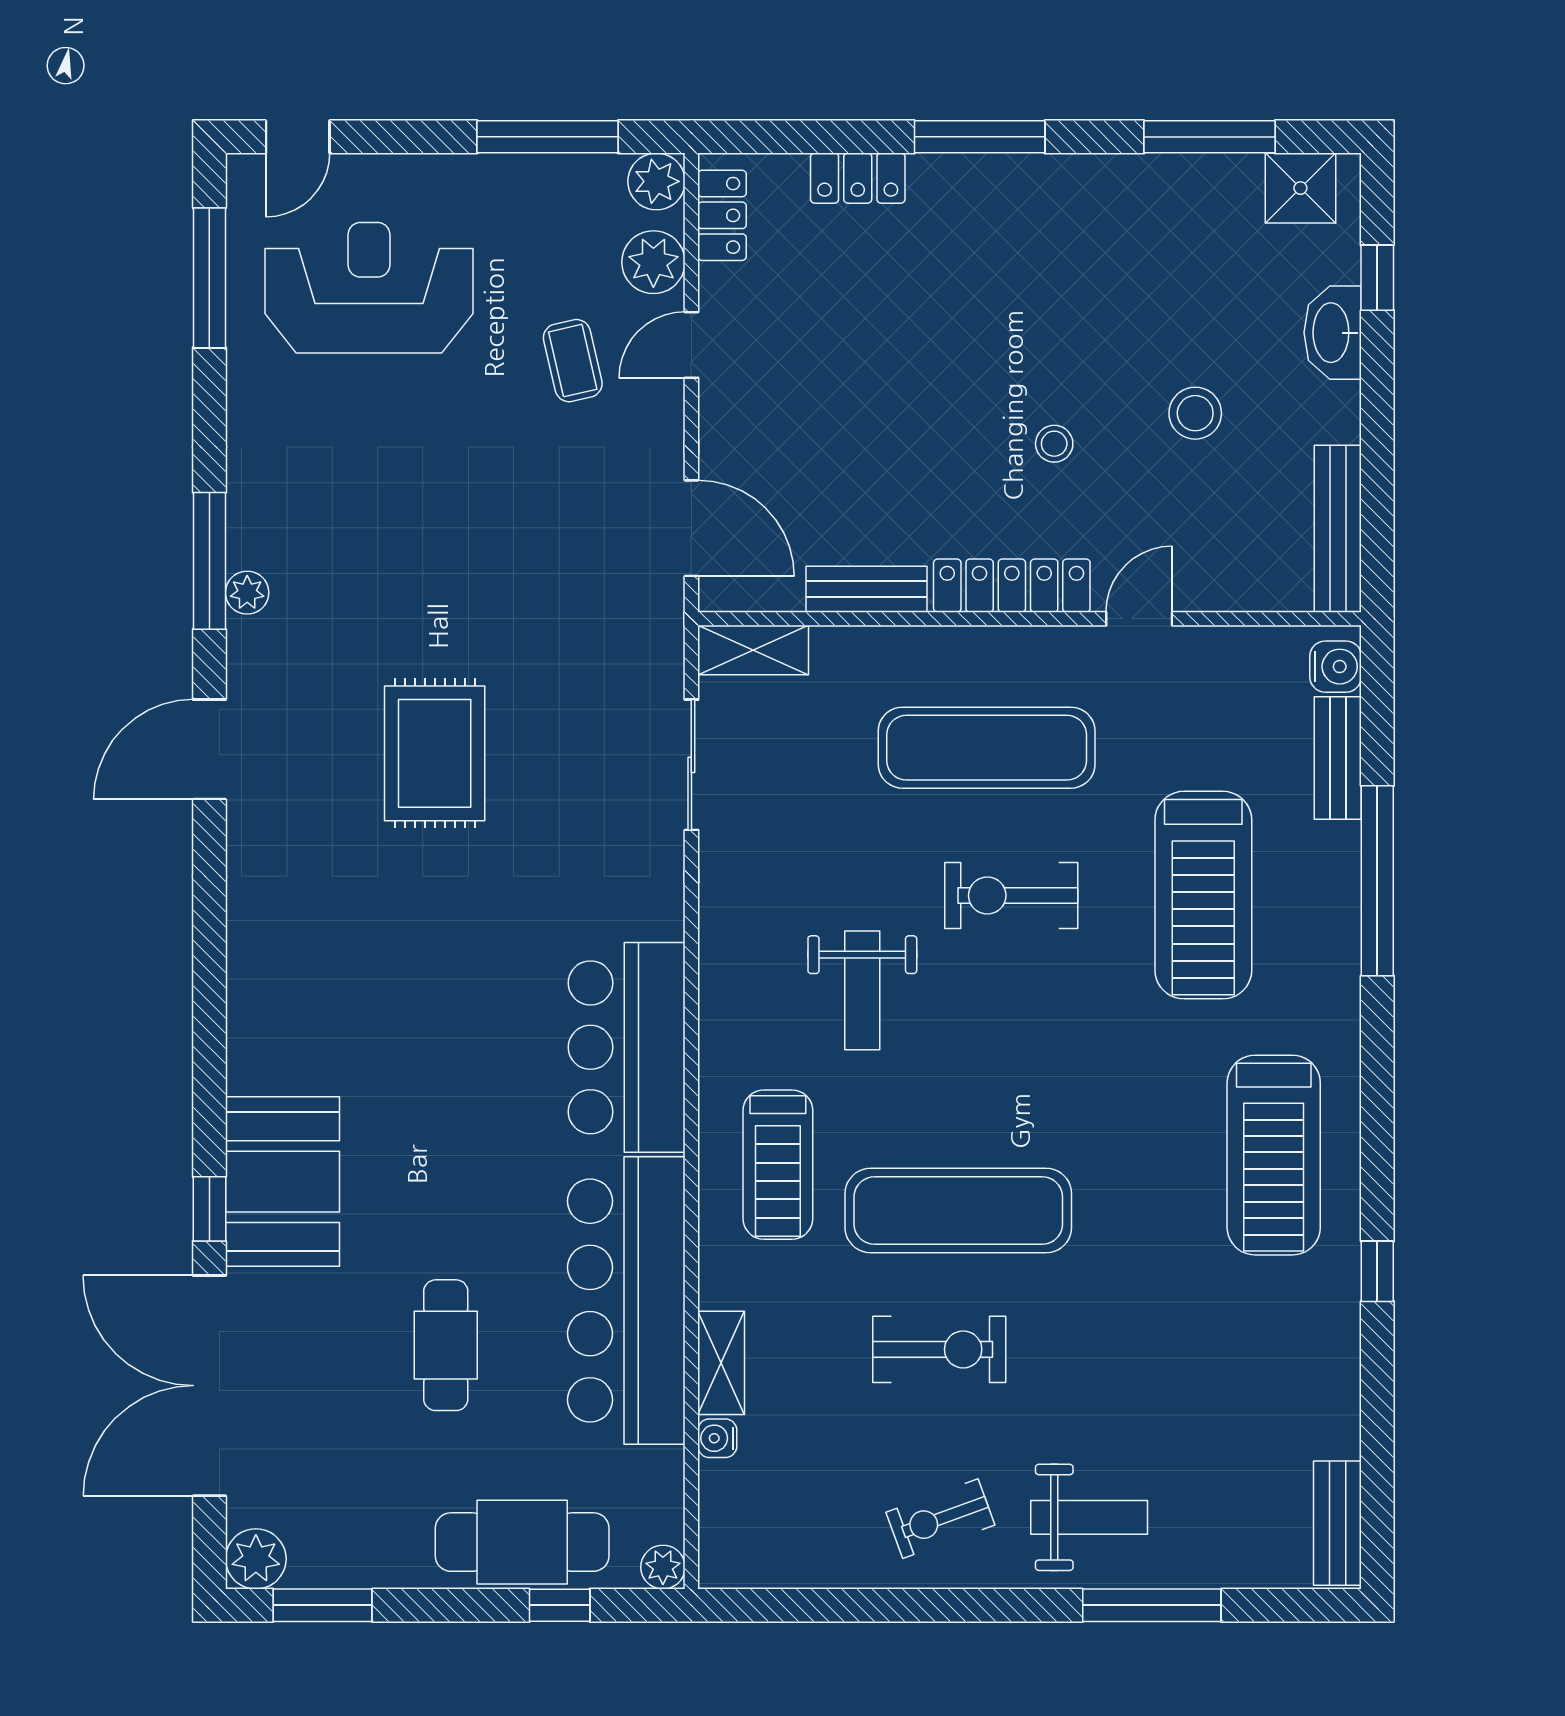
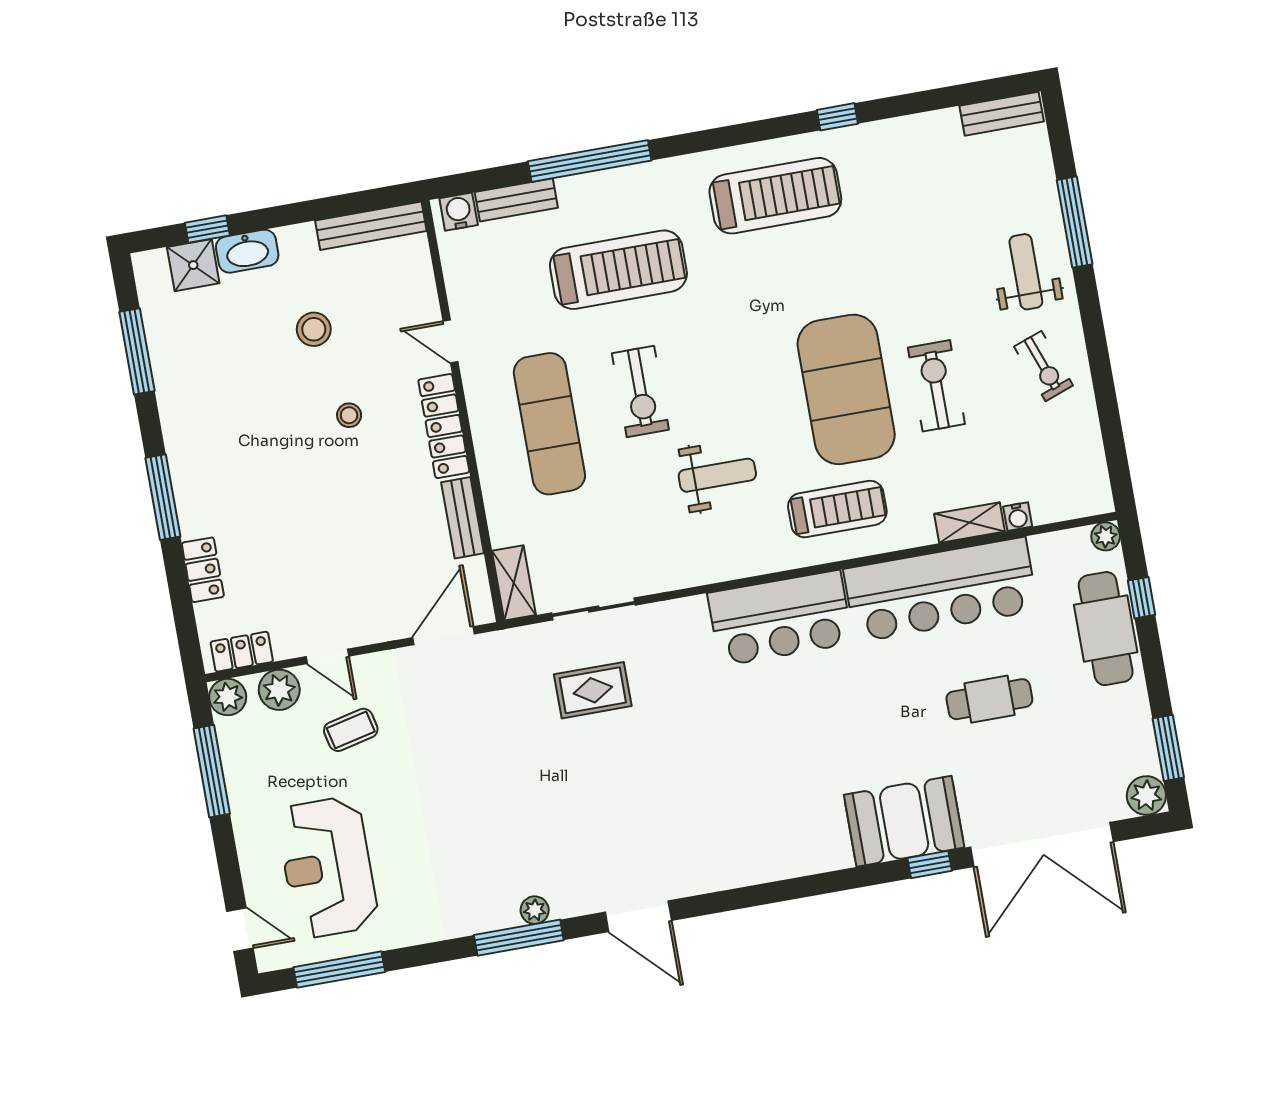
shower: (1300, 188) -> (193, 265), moved
rug: (435, 753) -> (593, 690), moved, width x0.73, depth x0.70
exercise mat: (958, 1211) -> (846, 389), width x1.47

